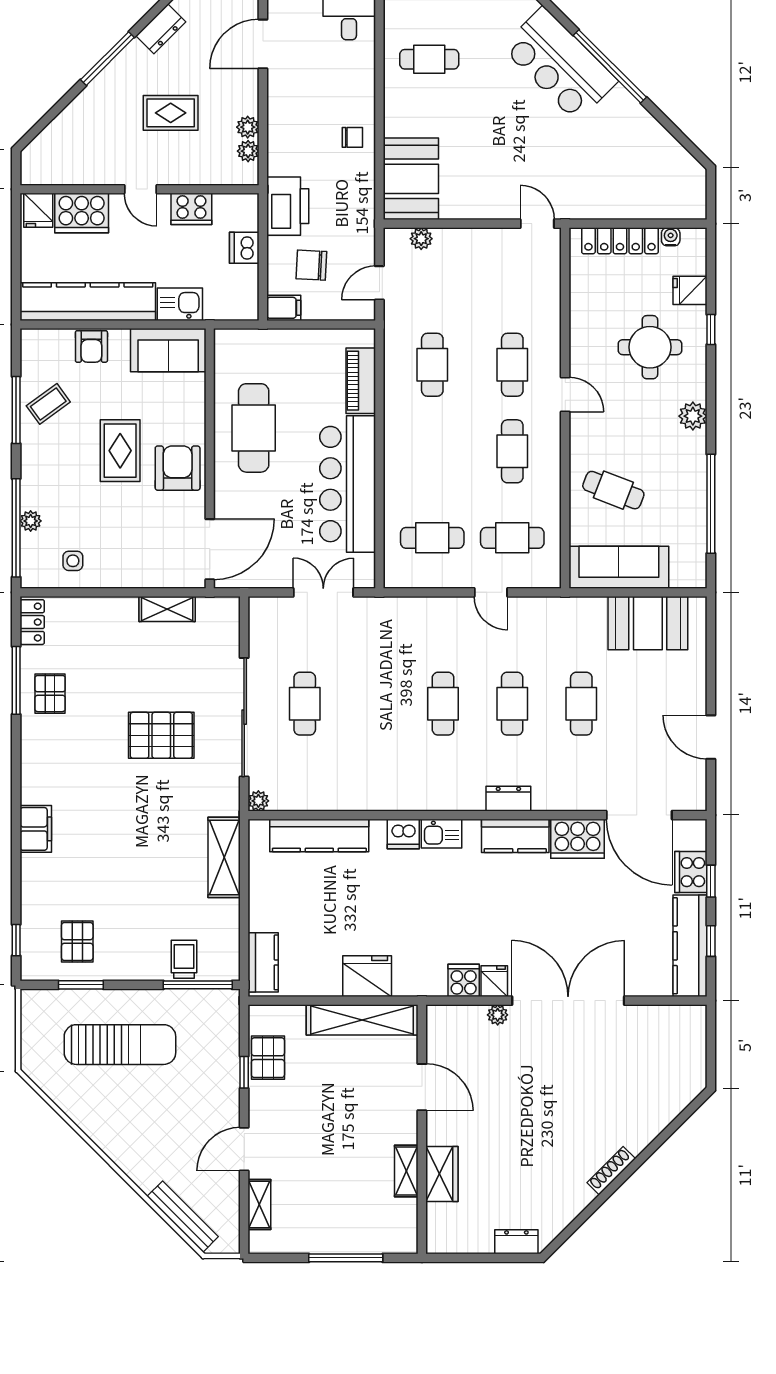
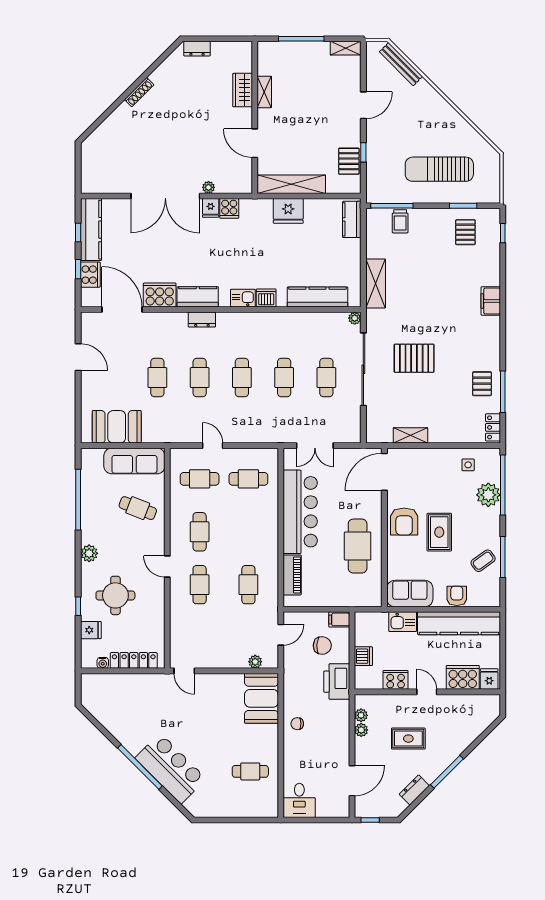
plant: (31, 521) -> (488, 495), width x1.88, depth x1.88
cafe table: (374, 704) -> (284, 378), added
shelving: (259, 1204) -> (346, 48), moved, turned 90

